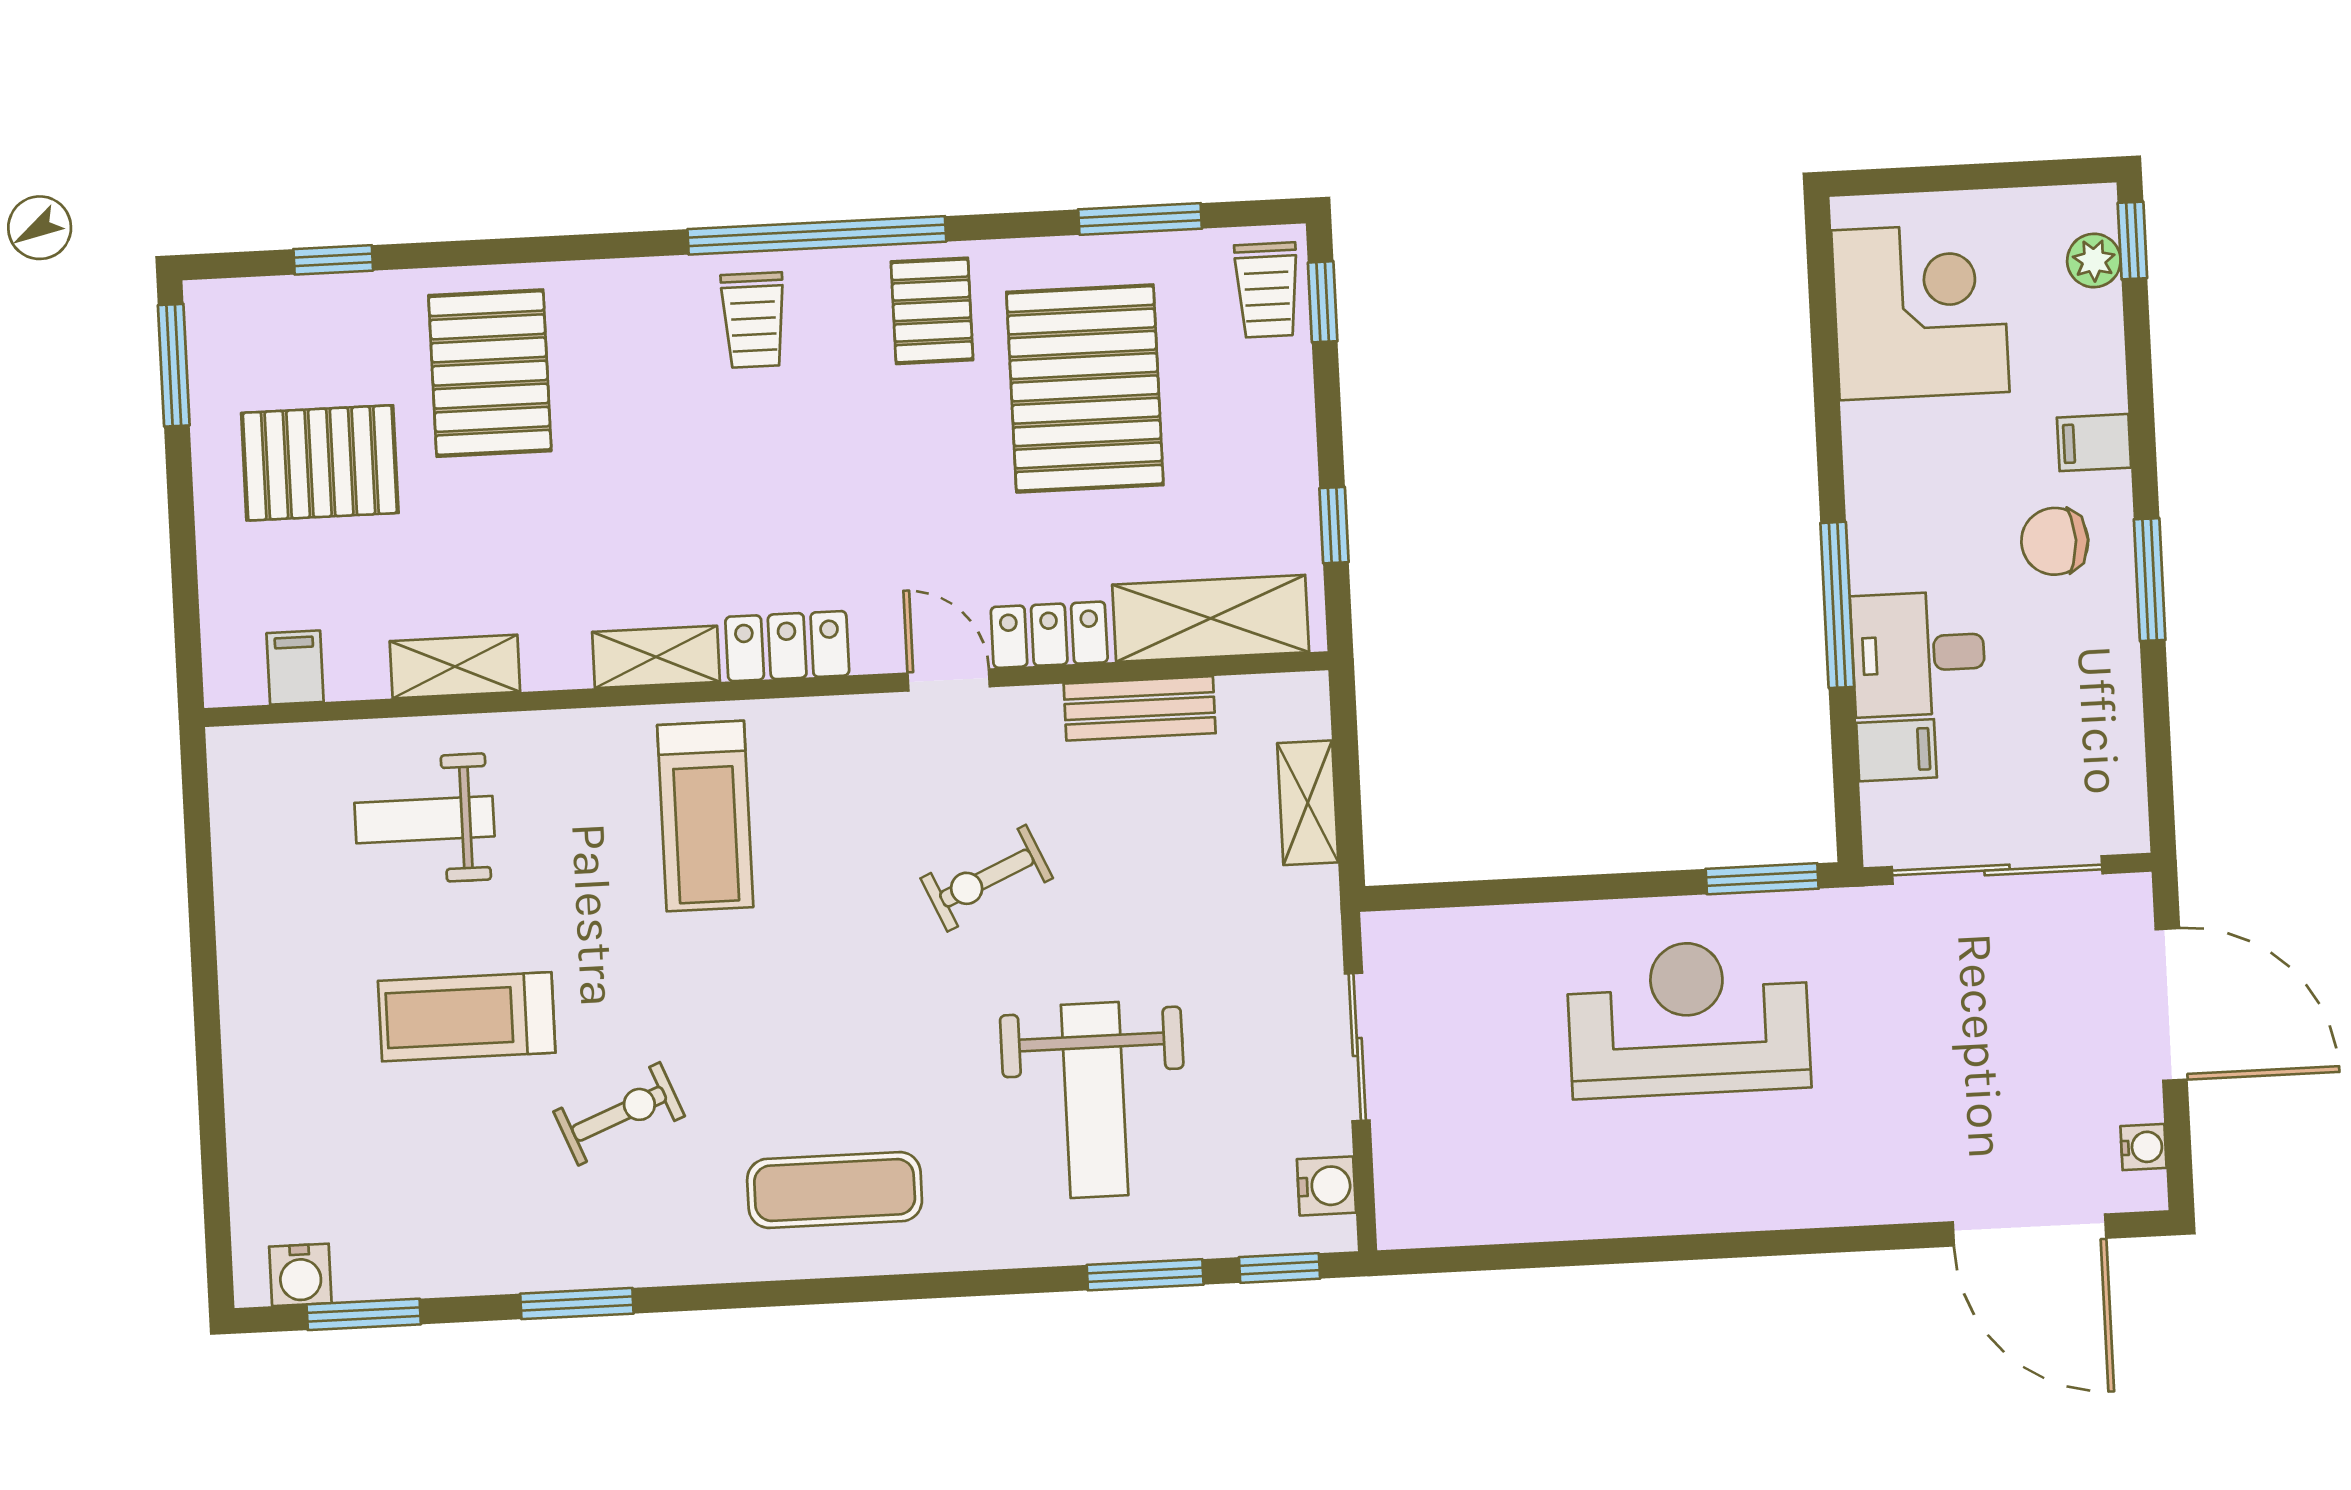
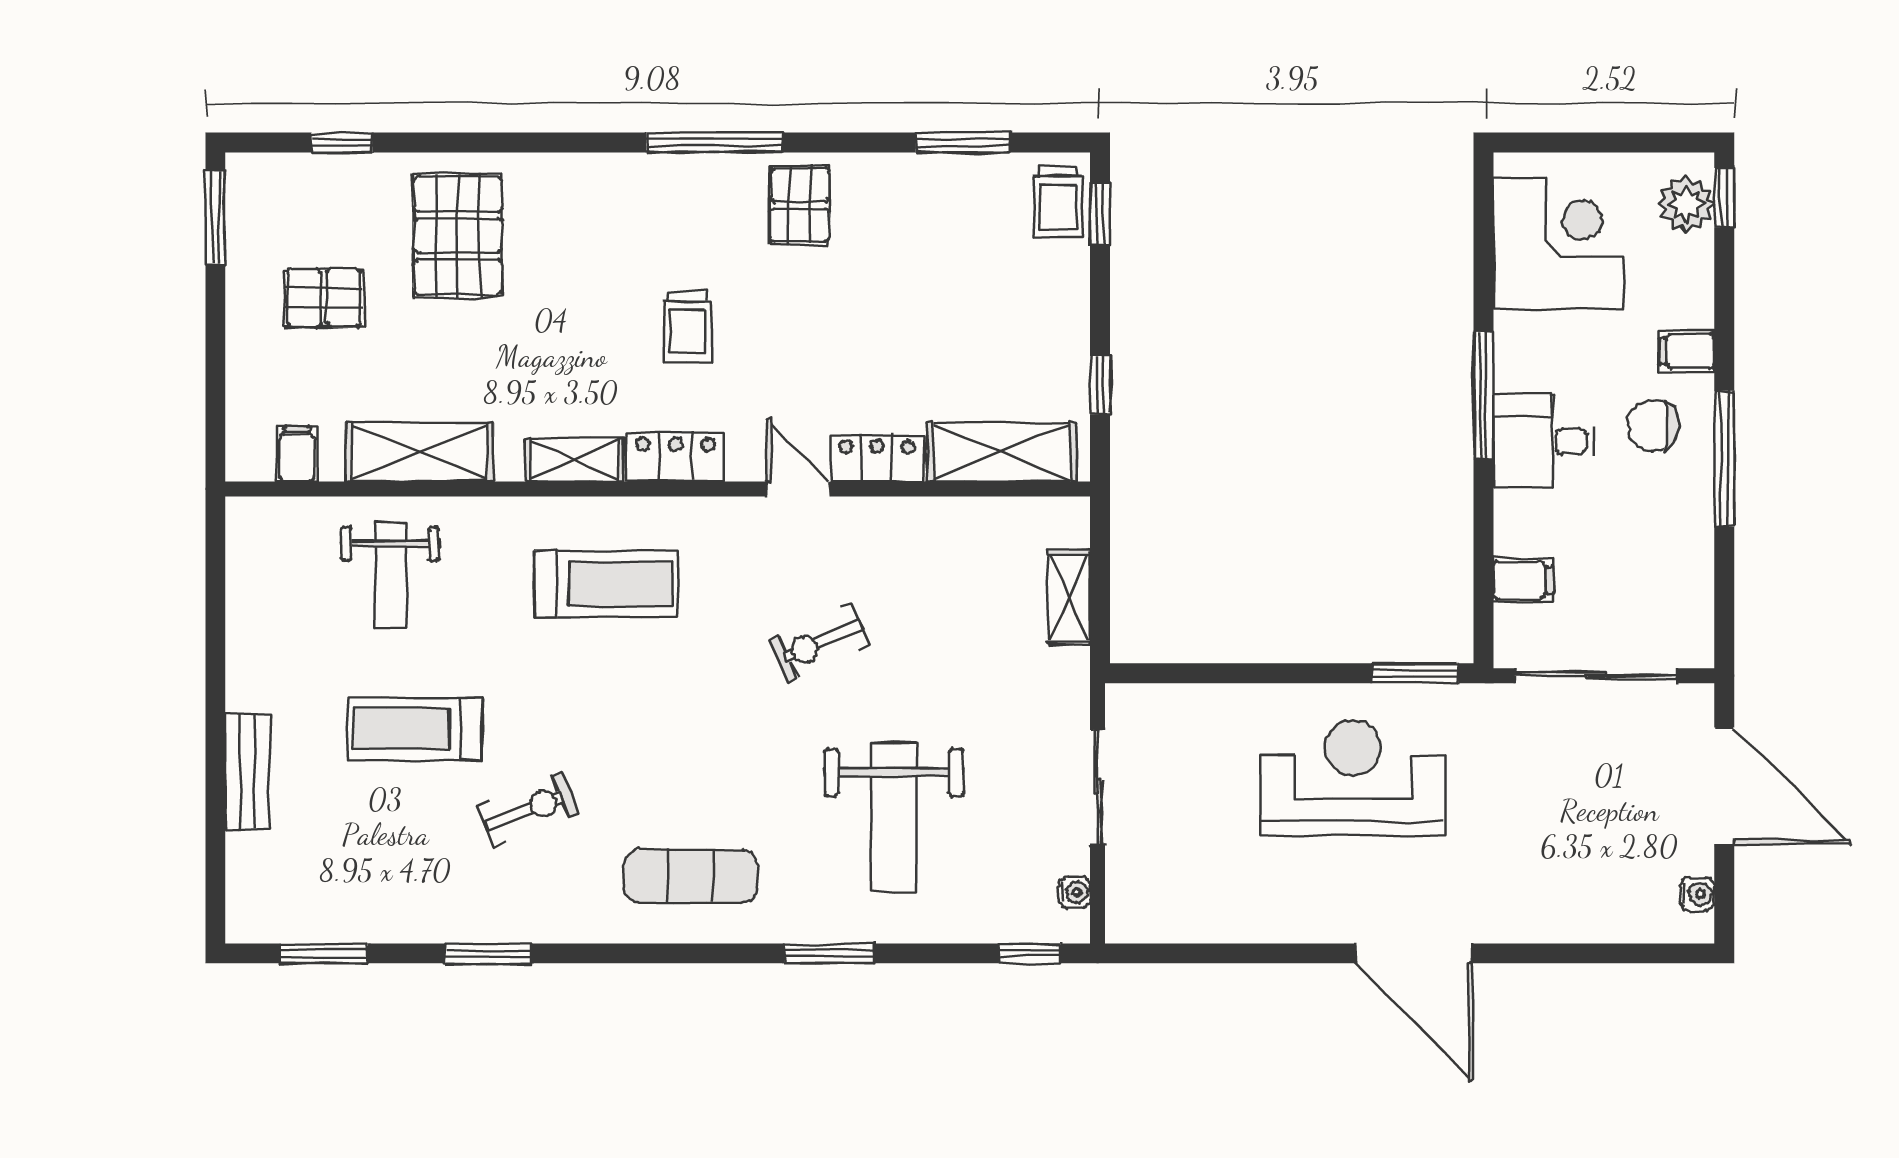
window: (817, 235) -> (714, 142), width x0.68
plant: (2094, 261) -> (1686, 204), width x1.38, depth x1.38
trolley: (753, 320) -> (687, 327), moved
pallet: (1085, 388) -> (914, 270), removed
pallet: (320, 463) -> (324, 298), width x0.67, depth x0.71
window: (2150, 580) -> (1724, 459), width x1.44
window: (1837, 605) -> (1483, 395), moved
desk: (1918, 654) -> (1544, 441), moved
shelving: (455, 667) -> (420, 452), width x1.50, depth x1.33
bench: (1140, 708) -> (247, 772), moved, turned 90
treadmill: (705, 816) -> (606, 584), turned -90
weight bench: (424, 820) -> (390, 576), turned -90
water cooler: (1326, 1186) -> (1075, 892), width x0.72, depth x0.72
door: (2030, 1230) -> (1414, 953), moved
water cooler: (300, 1275) -> (277, 921), removed
window: (1145, 1275) -> (829, 953), moved

